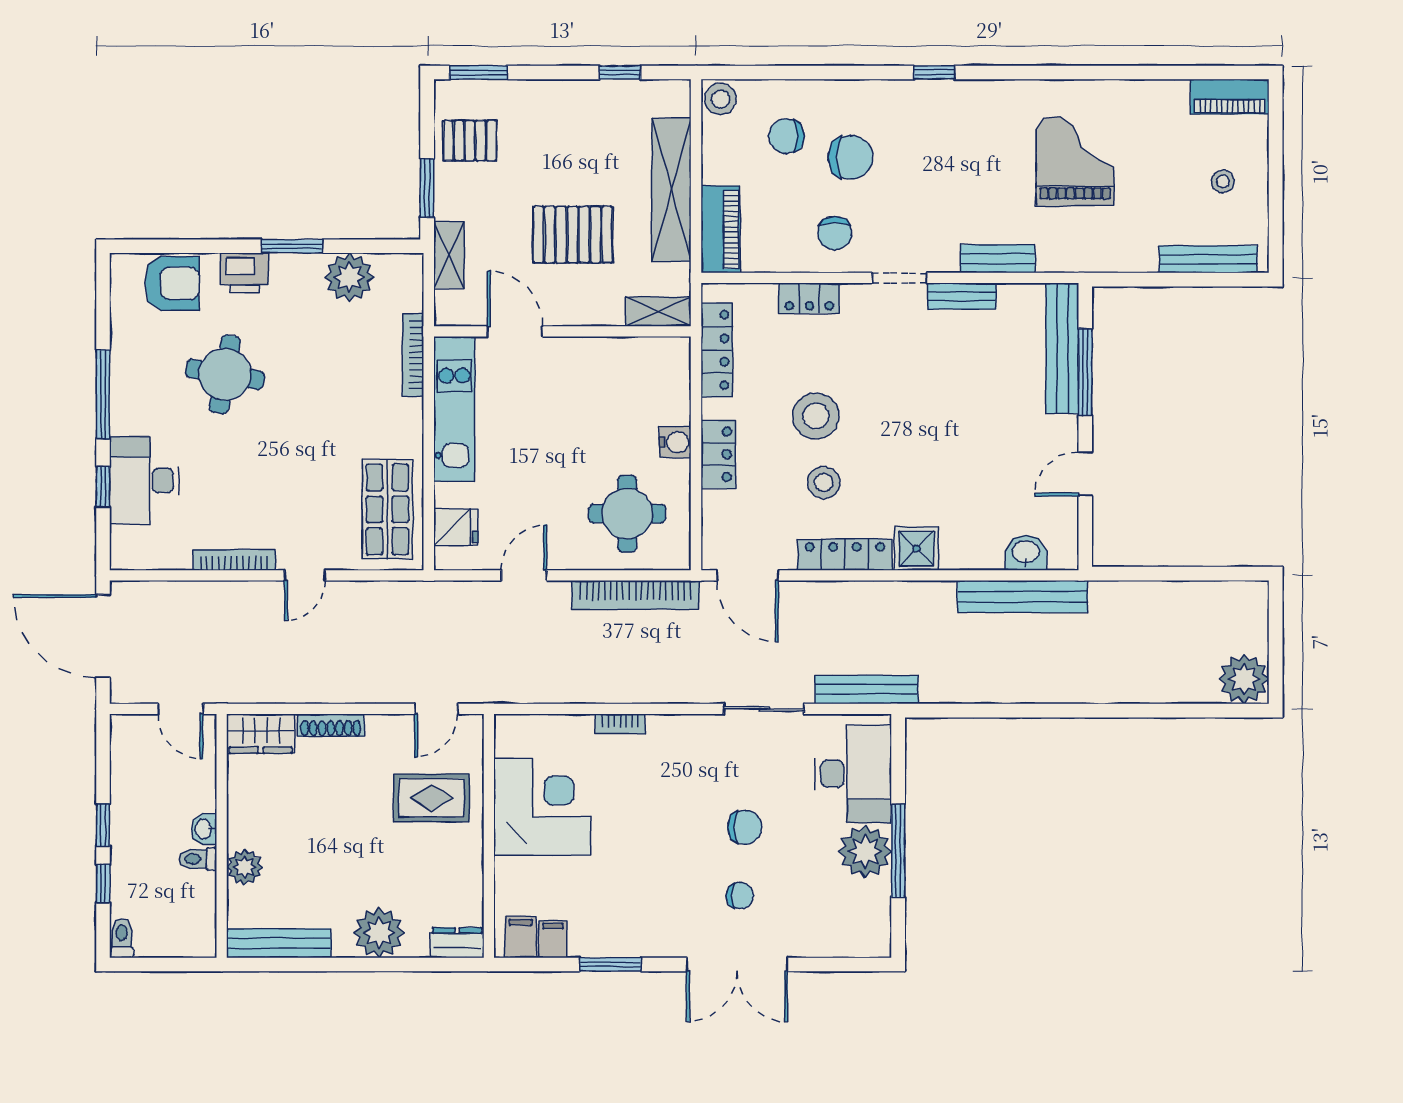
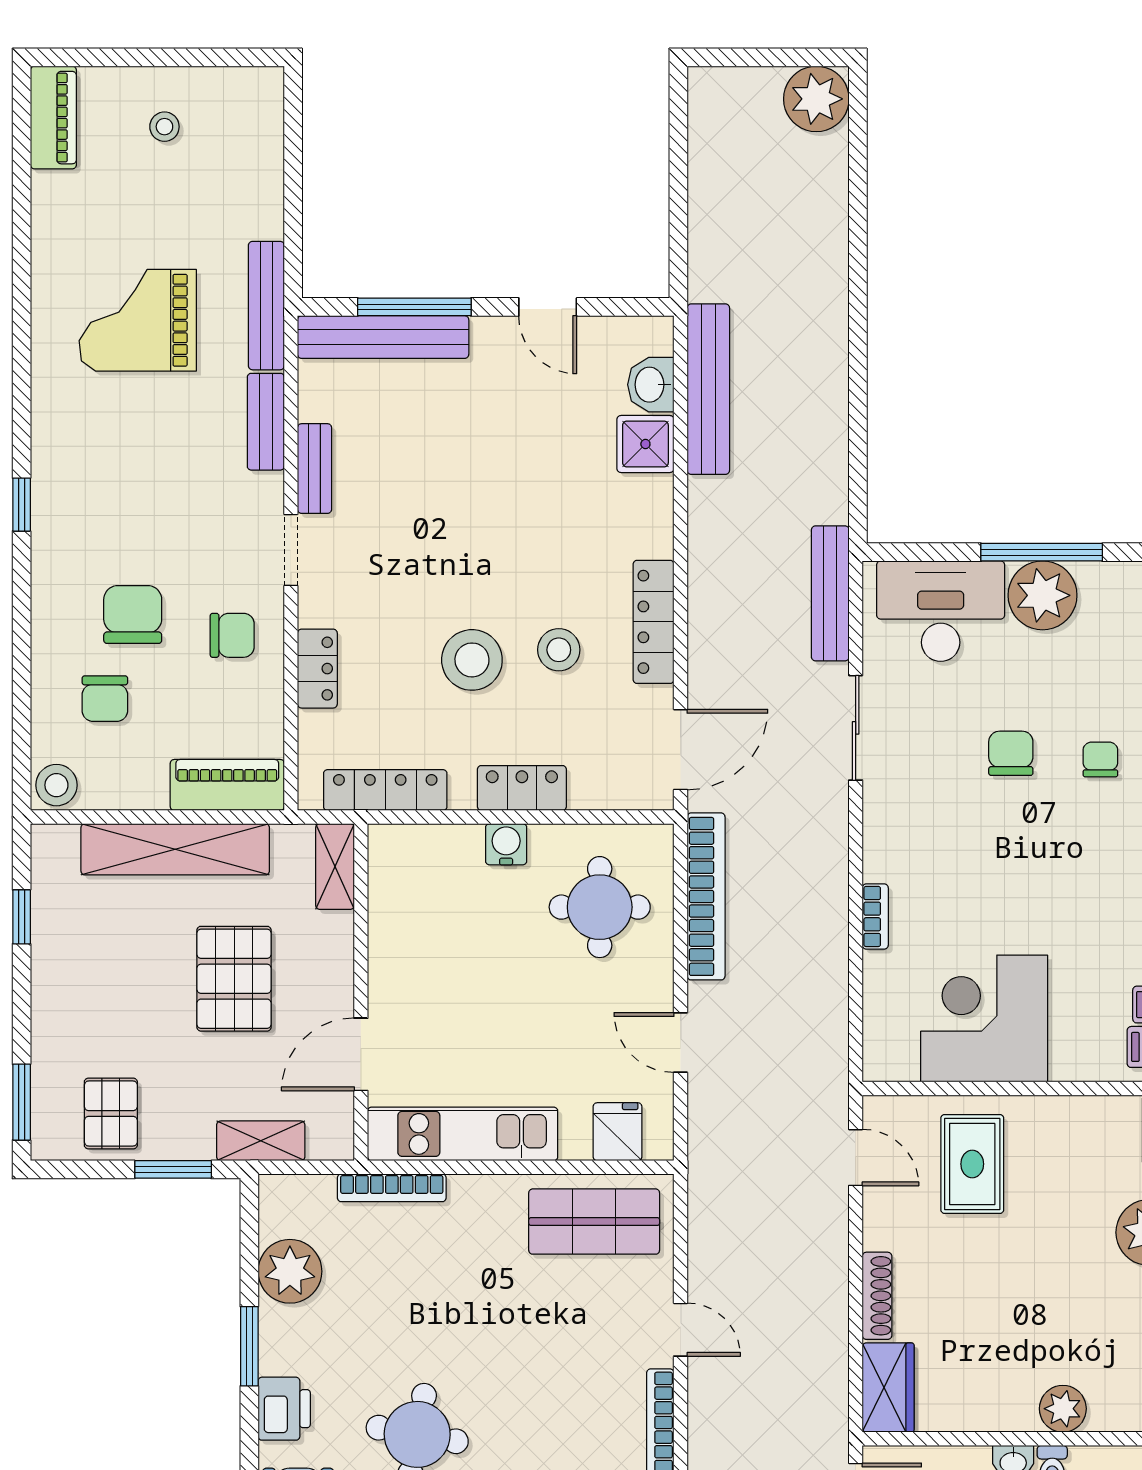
bench: (1208, 259) -> (266, 306), moved
shower: (916, 549) -> (645, 444), moved

